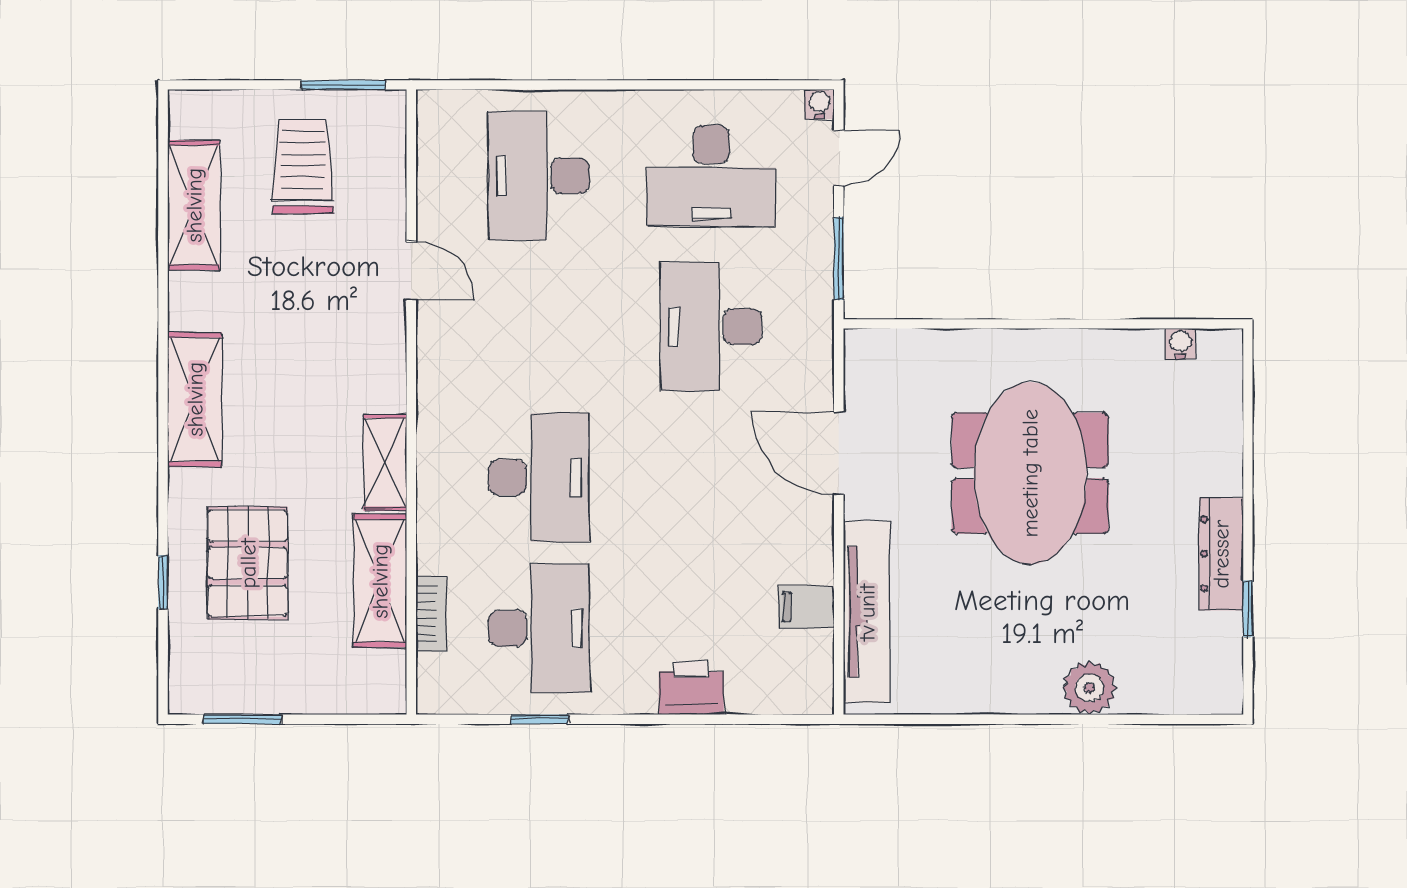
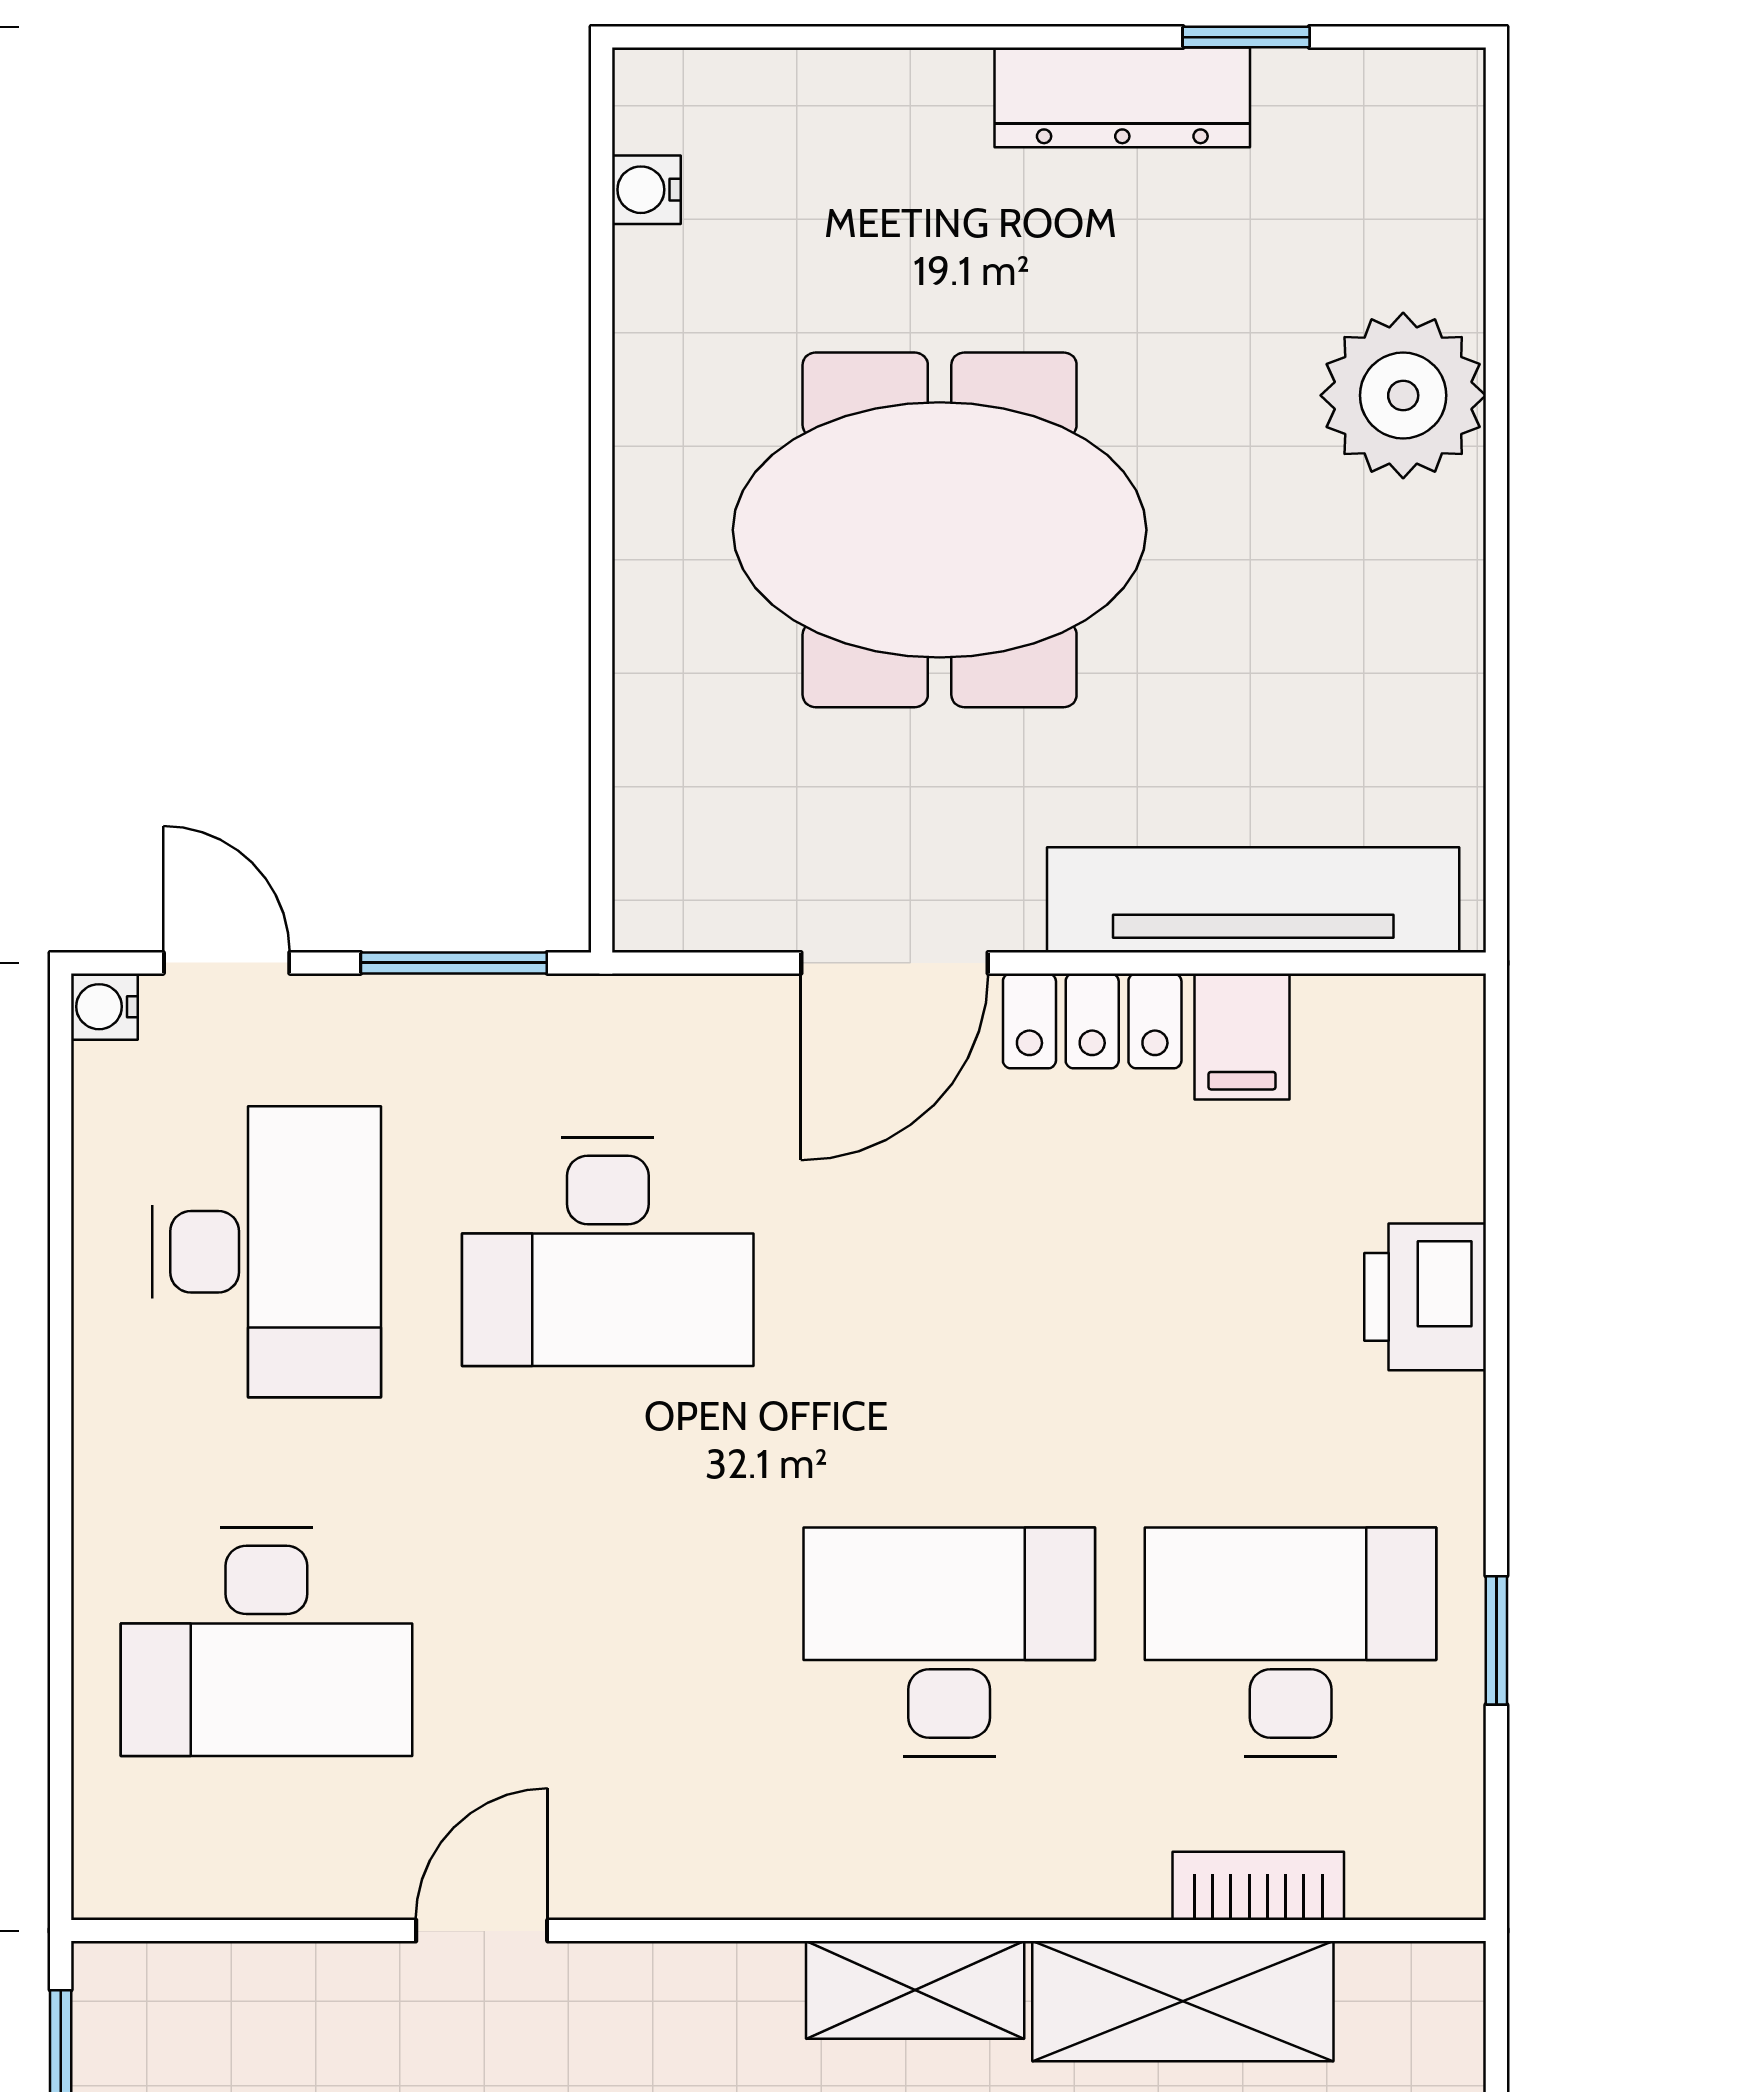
locker: (813, 541) -> (1092, 1021), added
plant: (1089, 688) -> (1403, 395), width x1.36, depth x1.36

